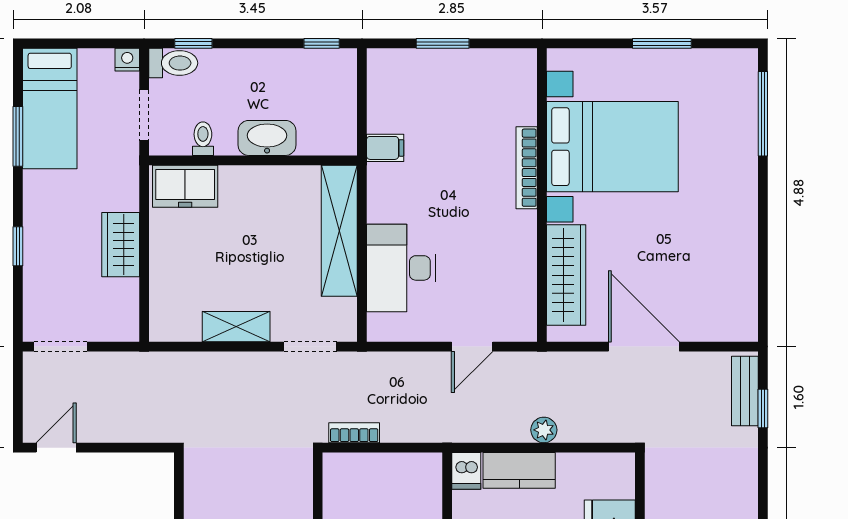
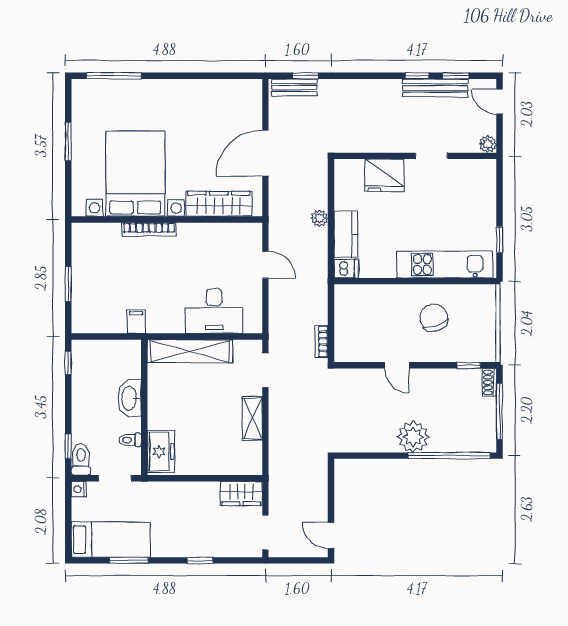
wardrobe: (121, 245) -> (241, 493), moved

